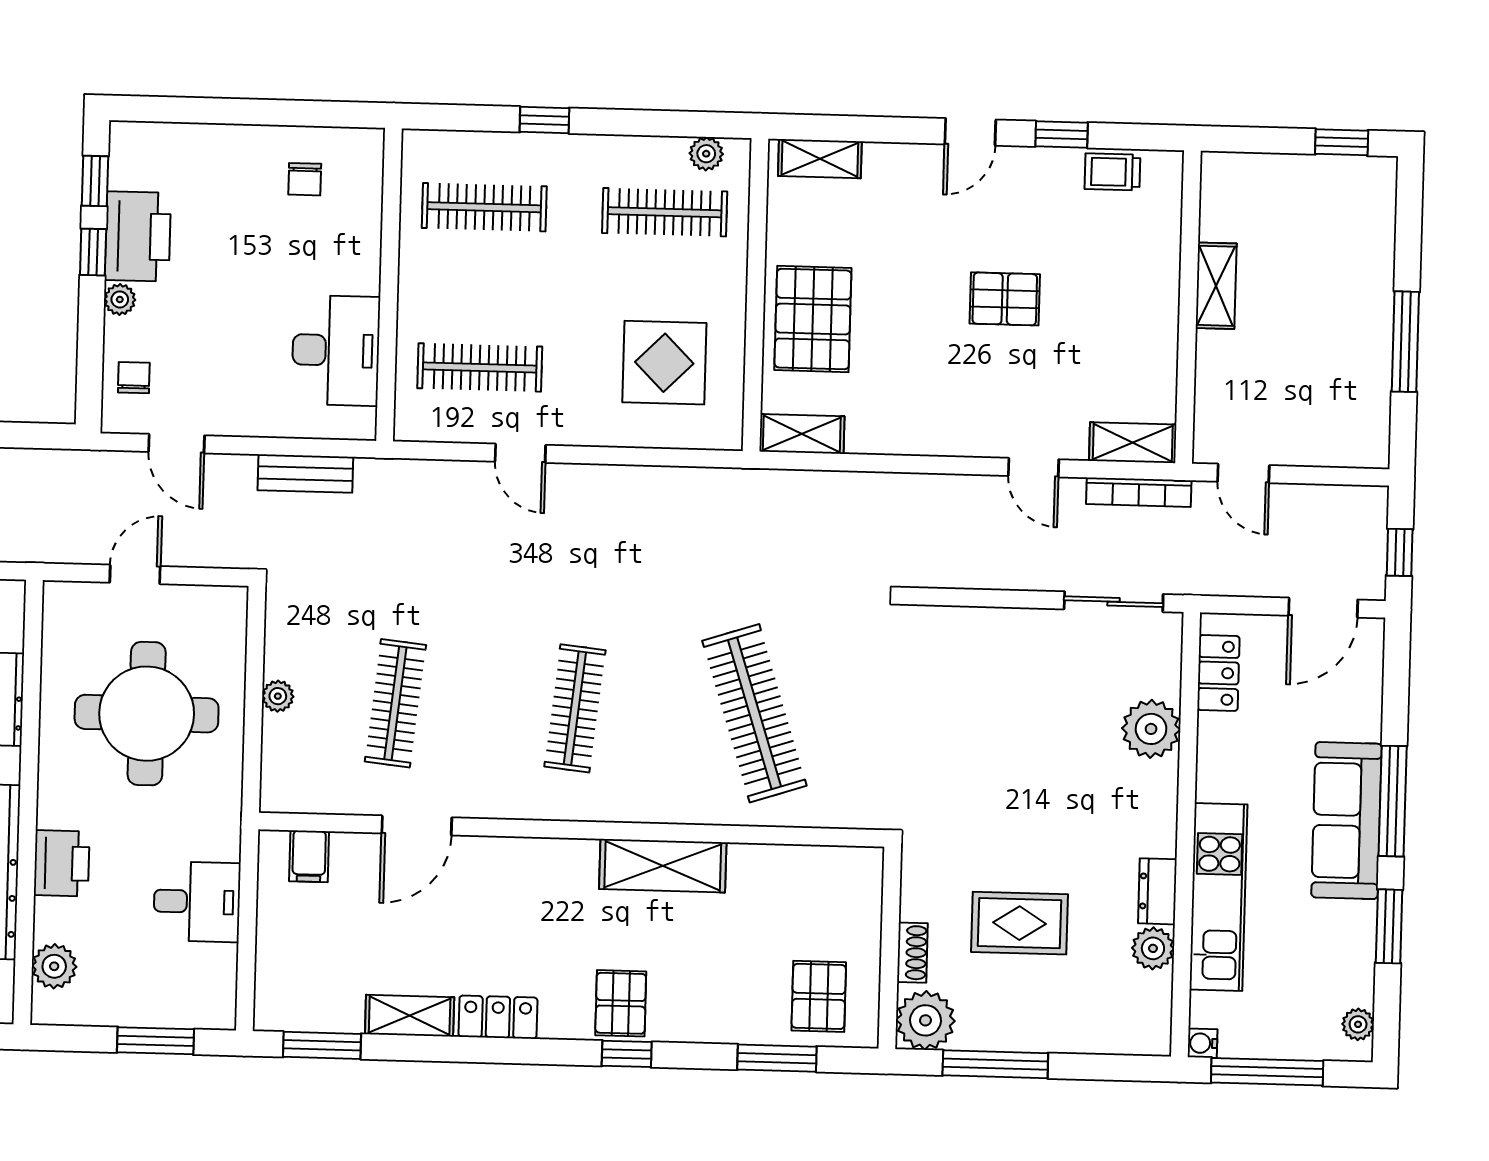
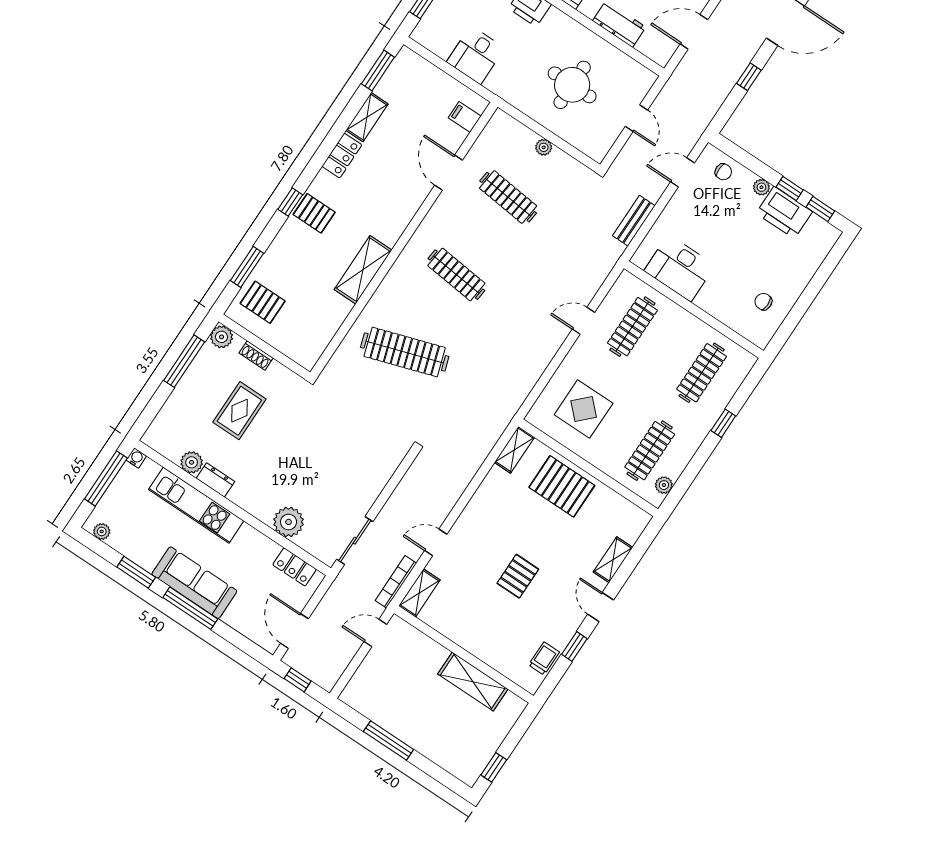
shelving: (820, 159) -> (613, 560), moved
shelving: (1216, 286) -> (473, 682), width x1.50, depth x1.33
round table: (147, 714) -> (572, 85), width x0.73, depth x0.73
plant: (925, 1020) -> (222, 337), width x0.73, depth x0.73

